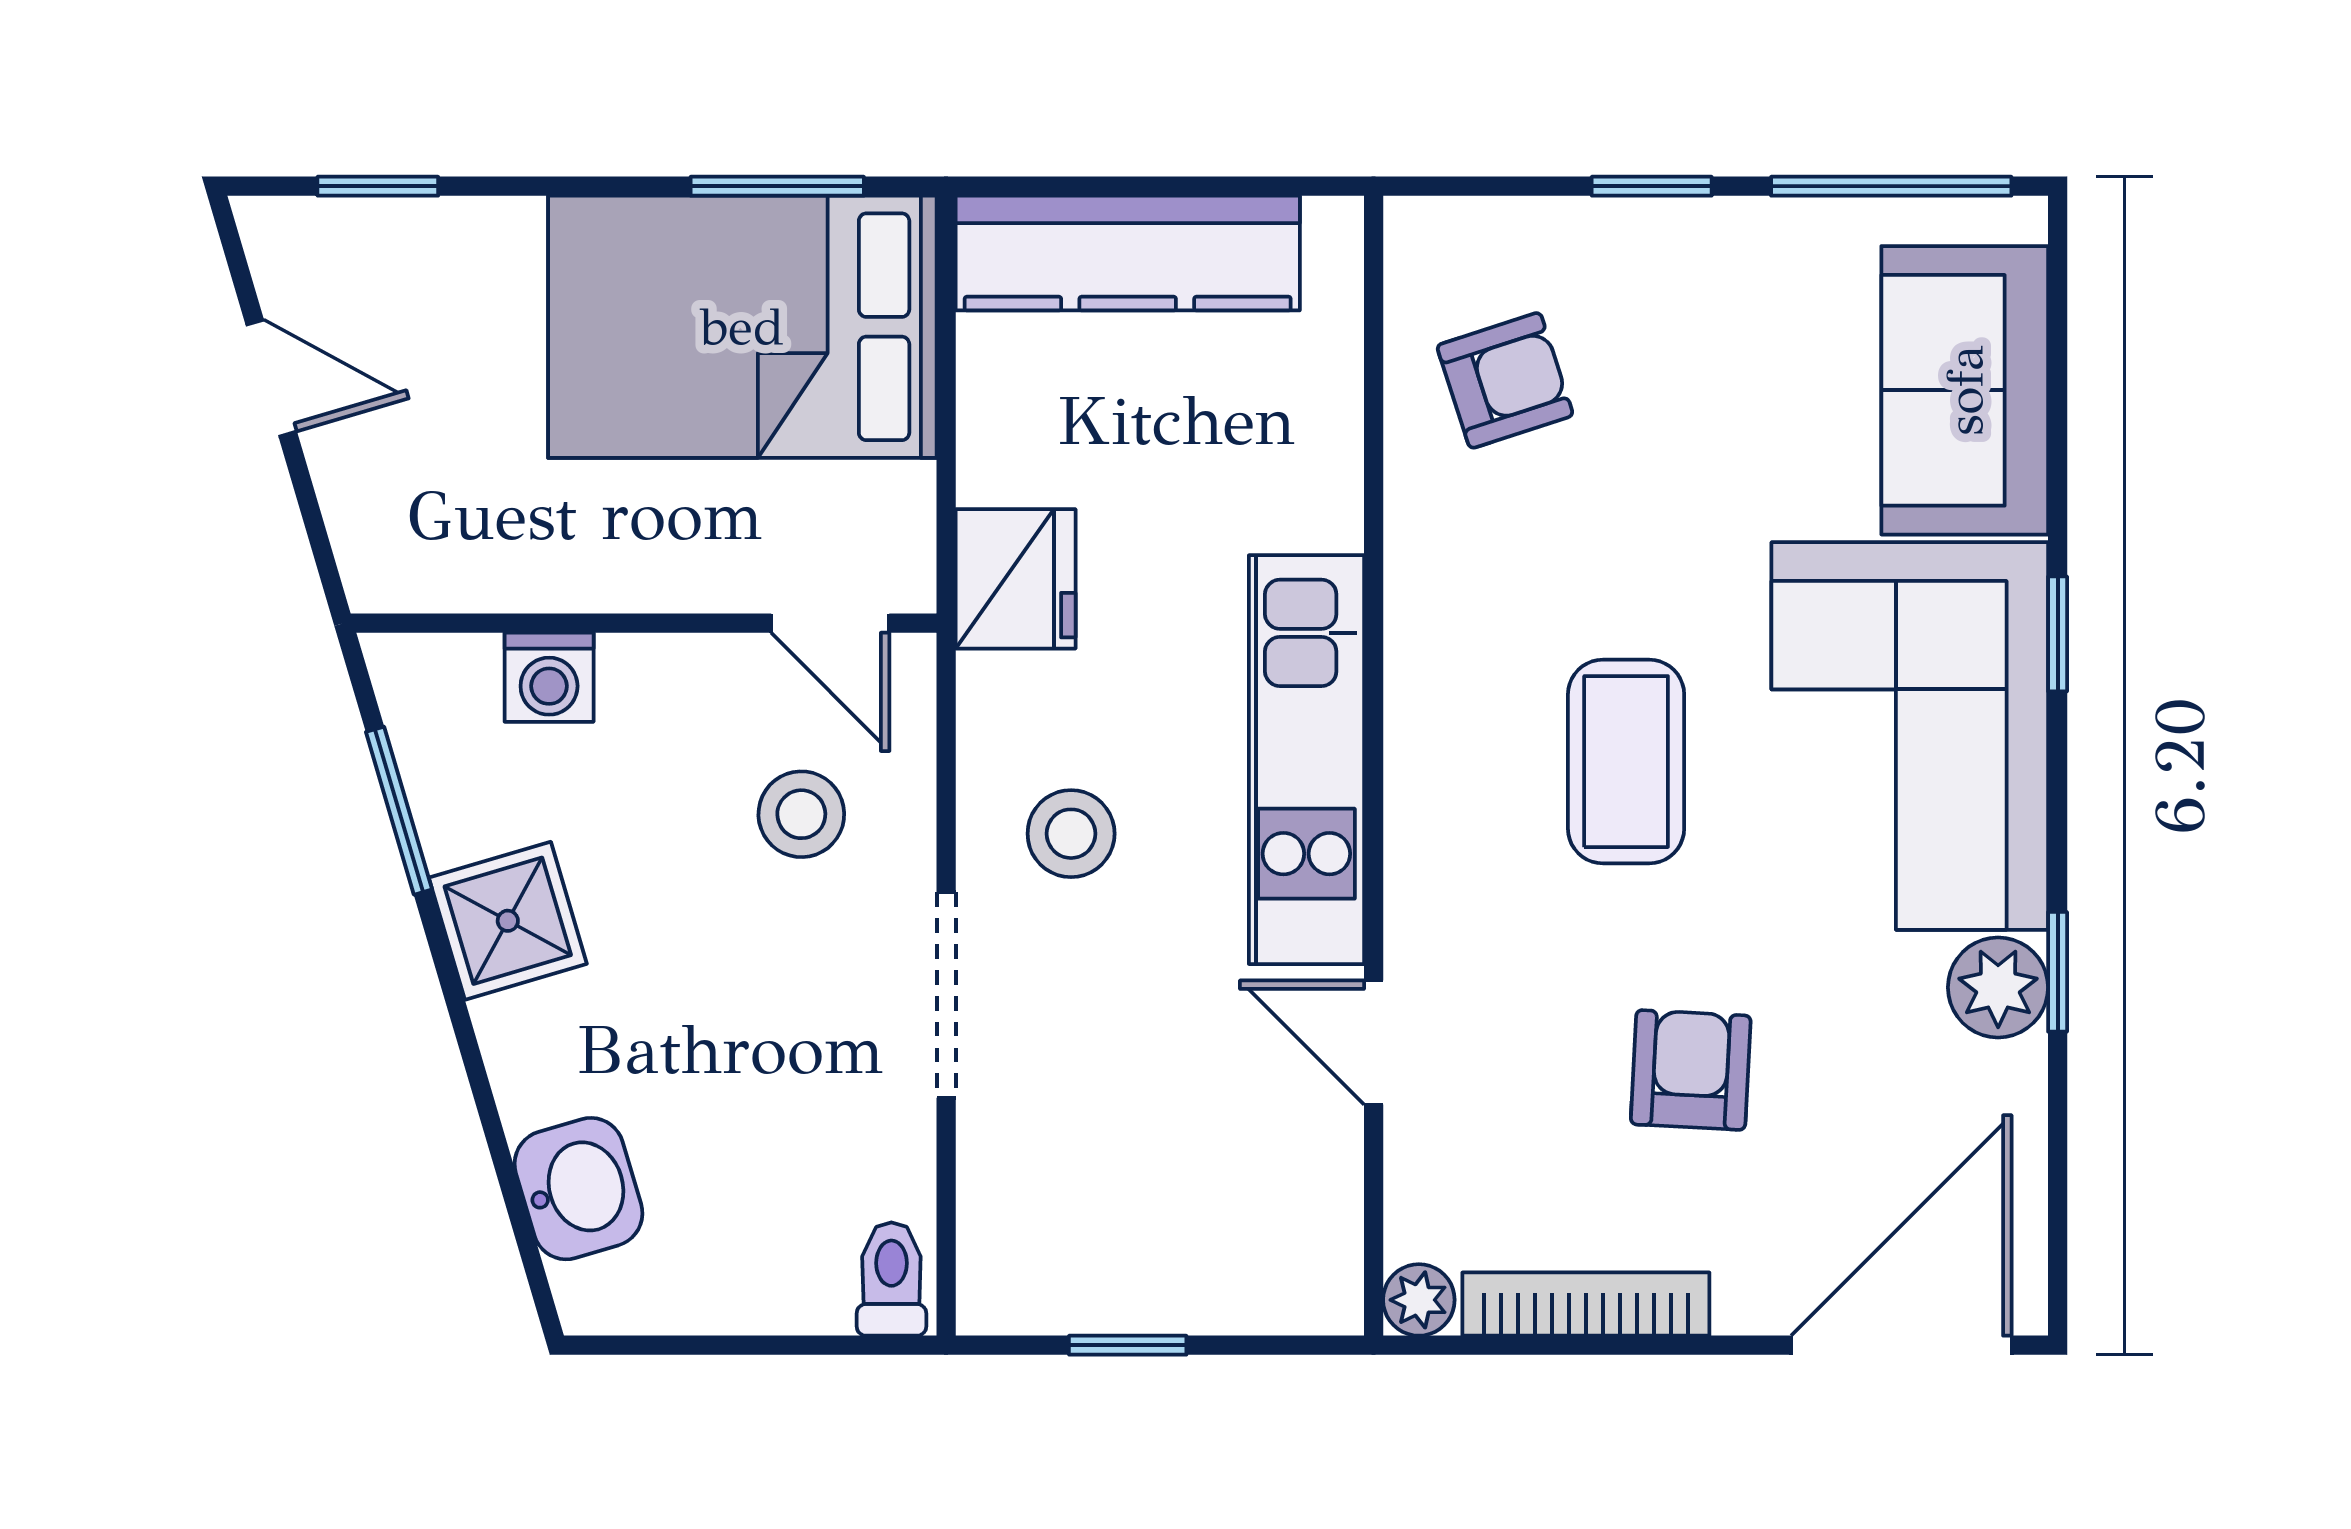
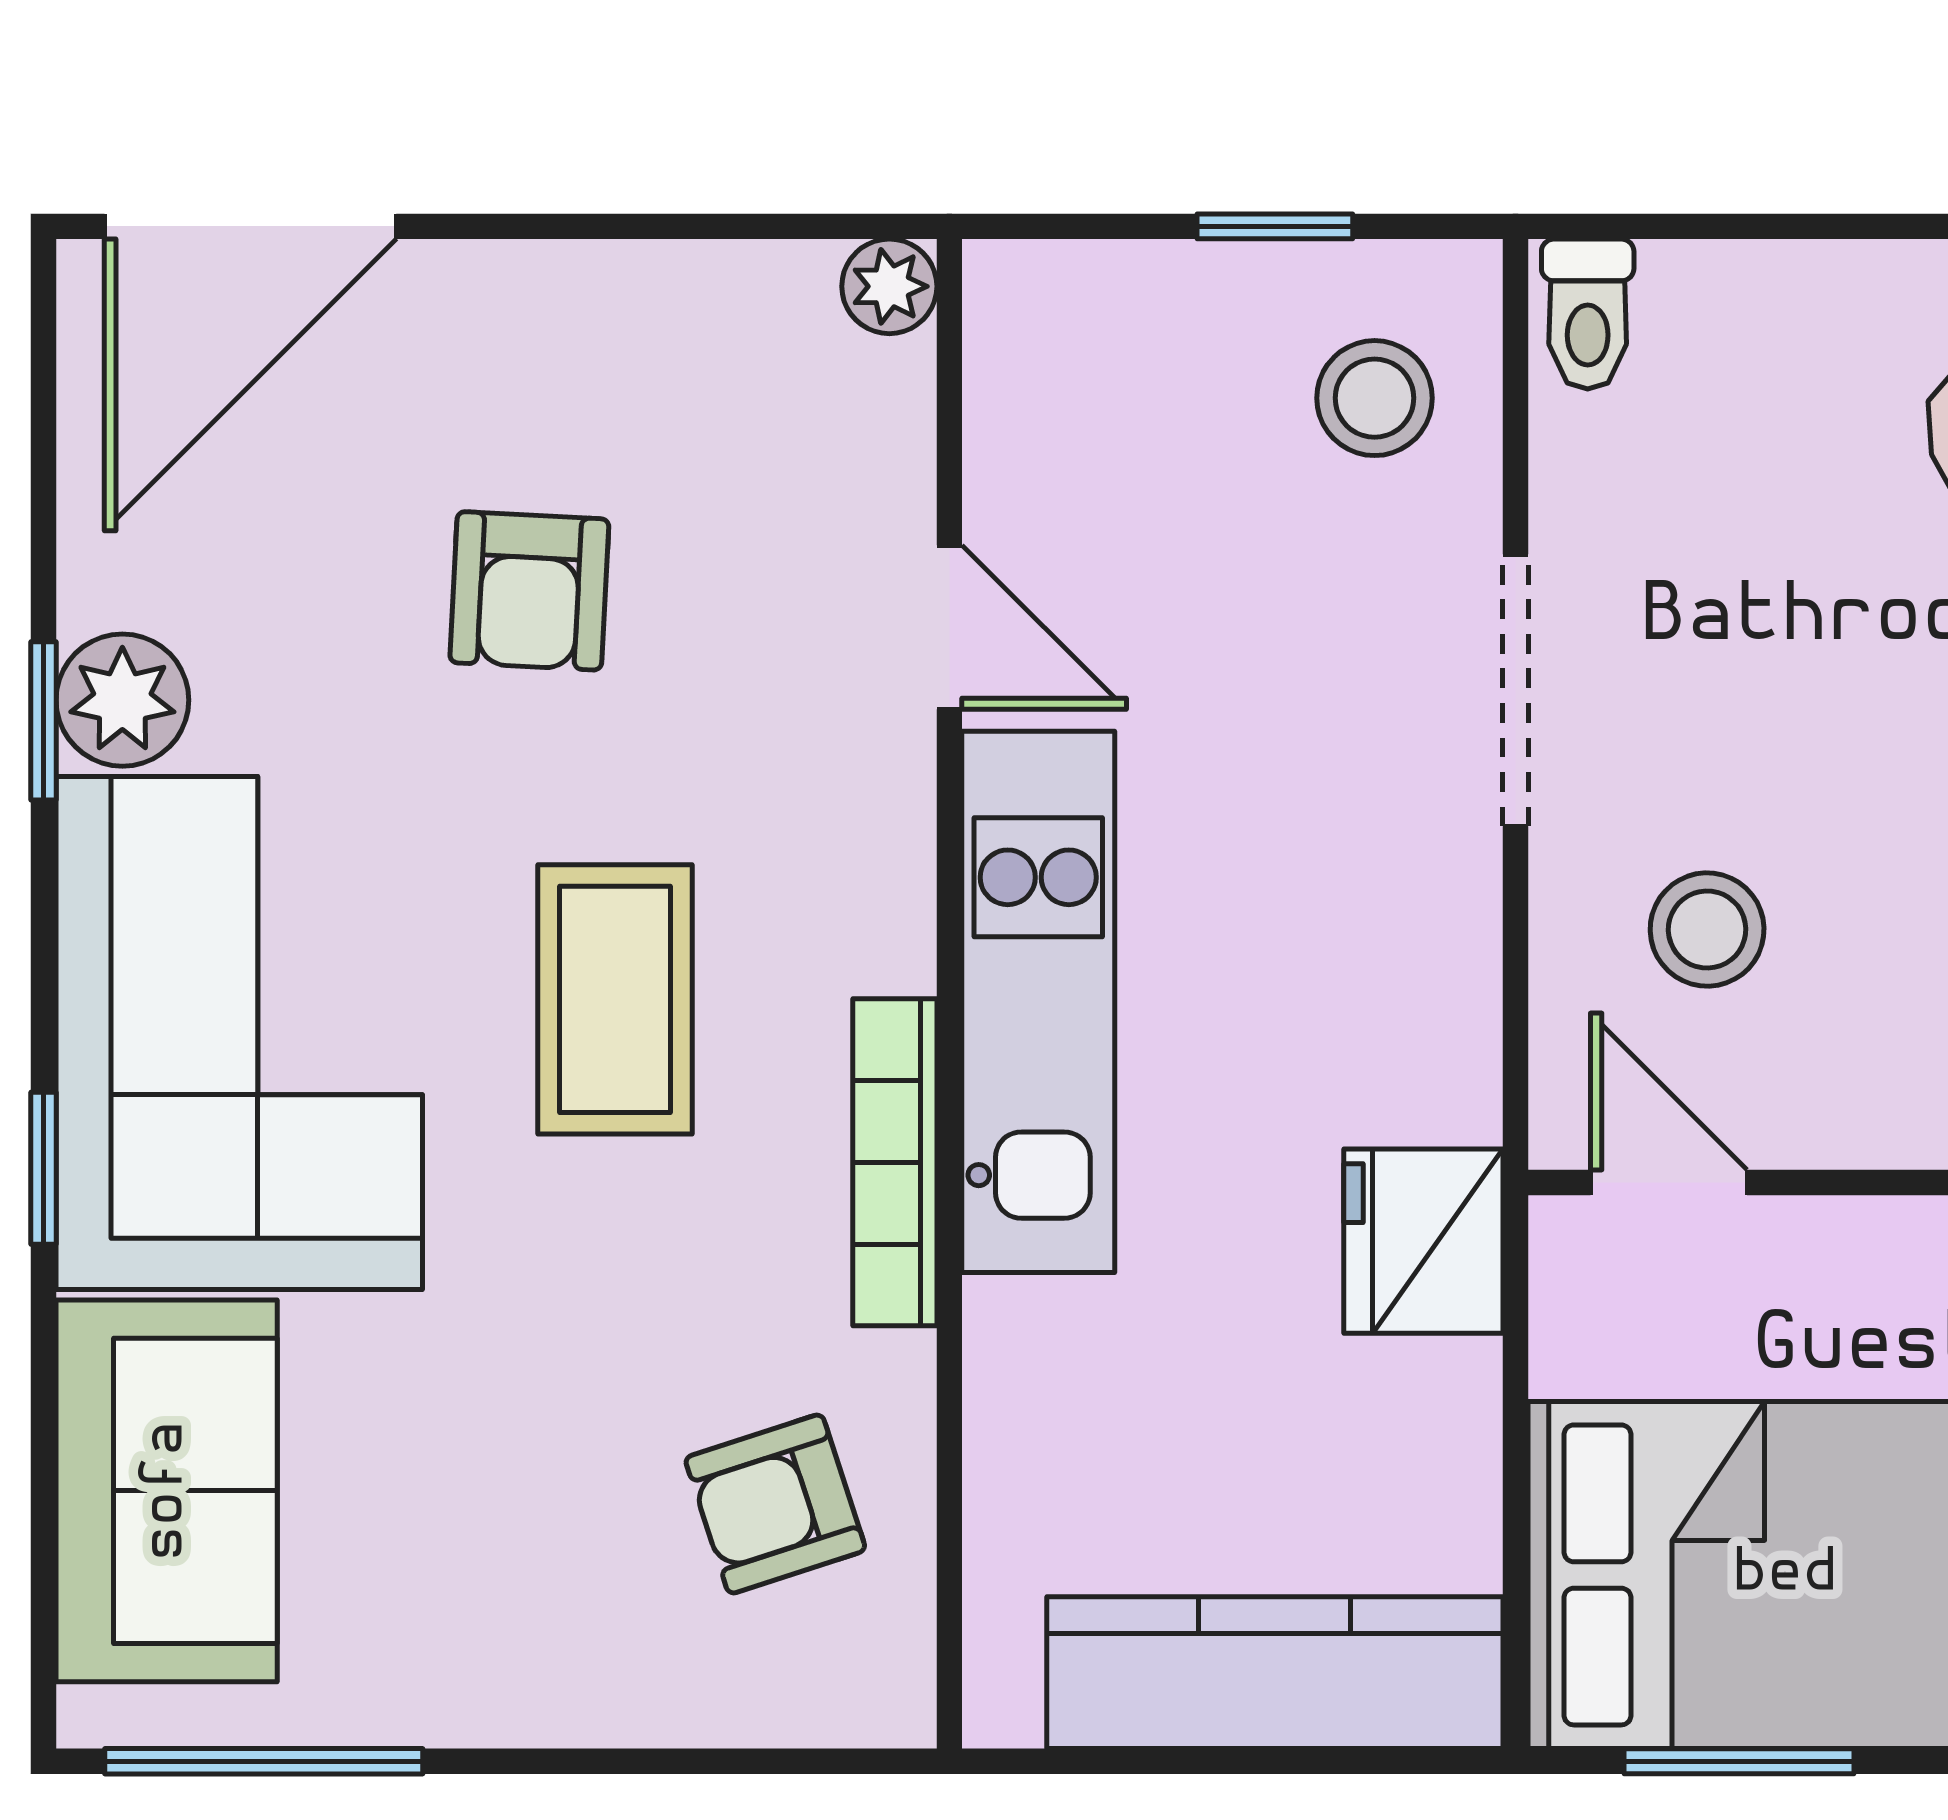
window: (1652, 186) -> (581, 1761), removed
stool: (1071, 834) -> (1375, 398), moved
bookcase: (1586, 1304) -> (895, 1162), moved, turned 90

